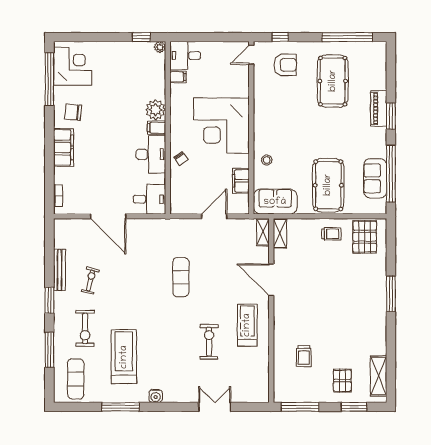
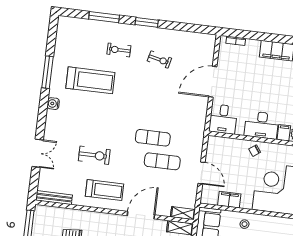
bench: (59, 270) -> (54, 198), moved
exercise bike: (85, 328) -> (119, 50), width x0.73, depth x0.72
exercise mat: (76, 379) -> (162, 161), moved

